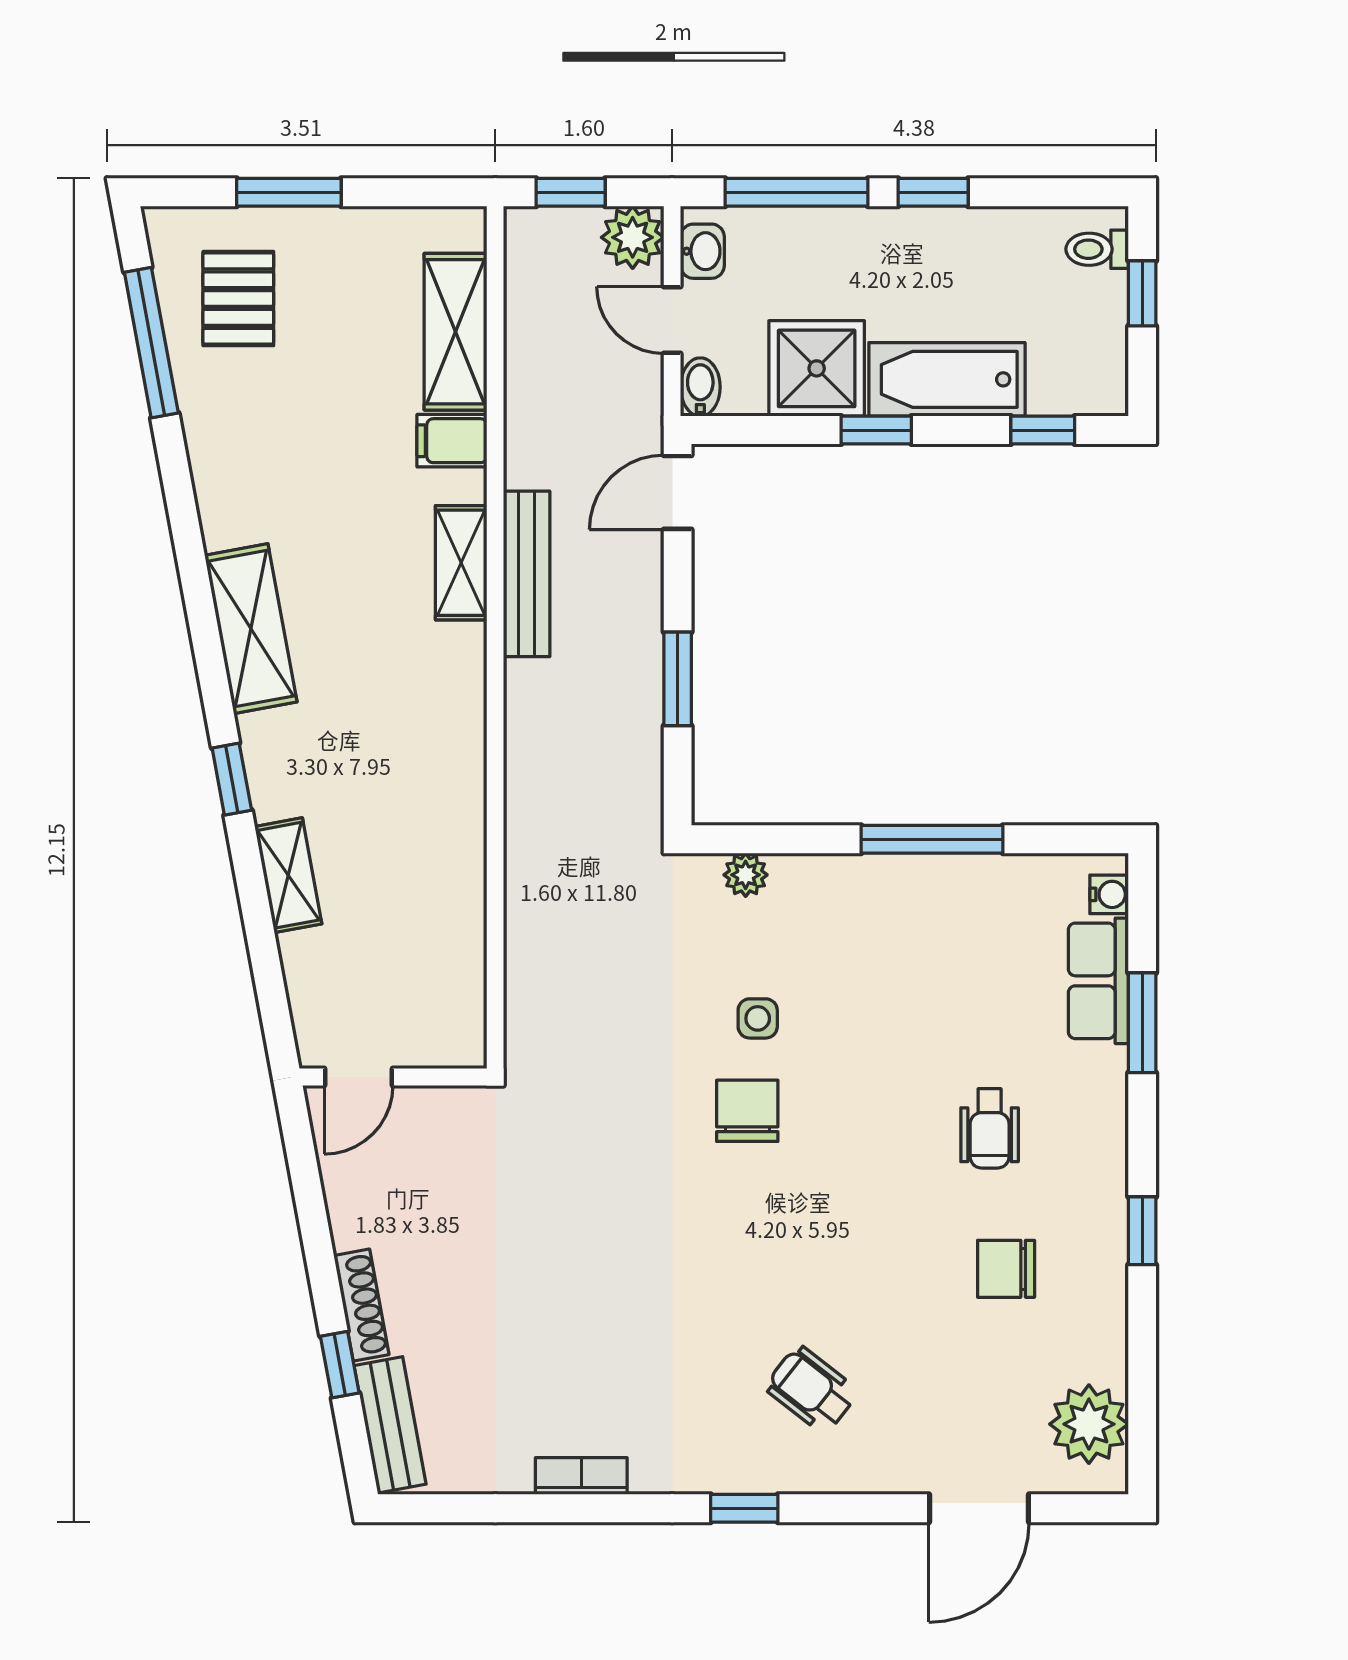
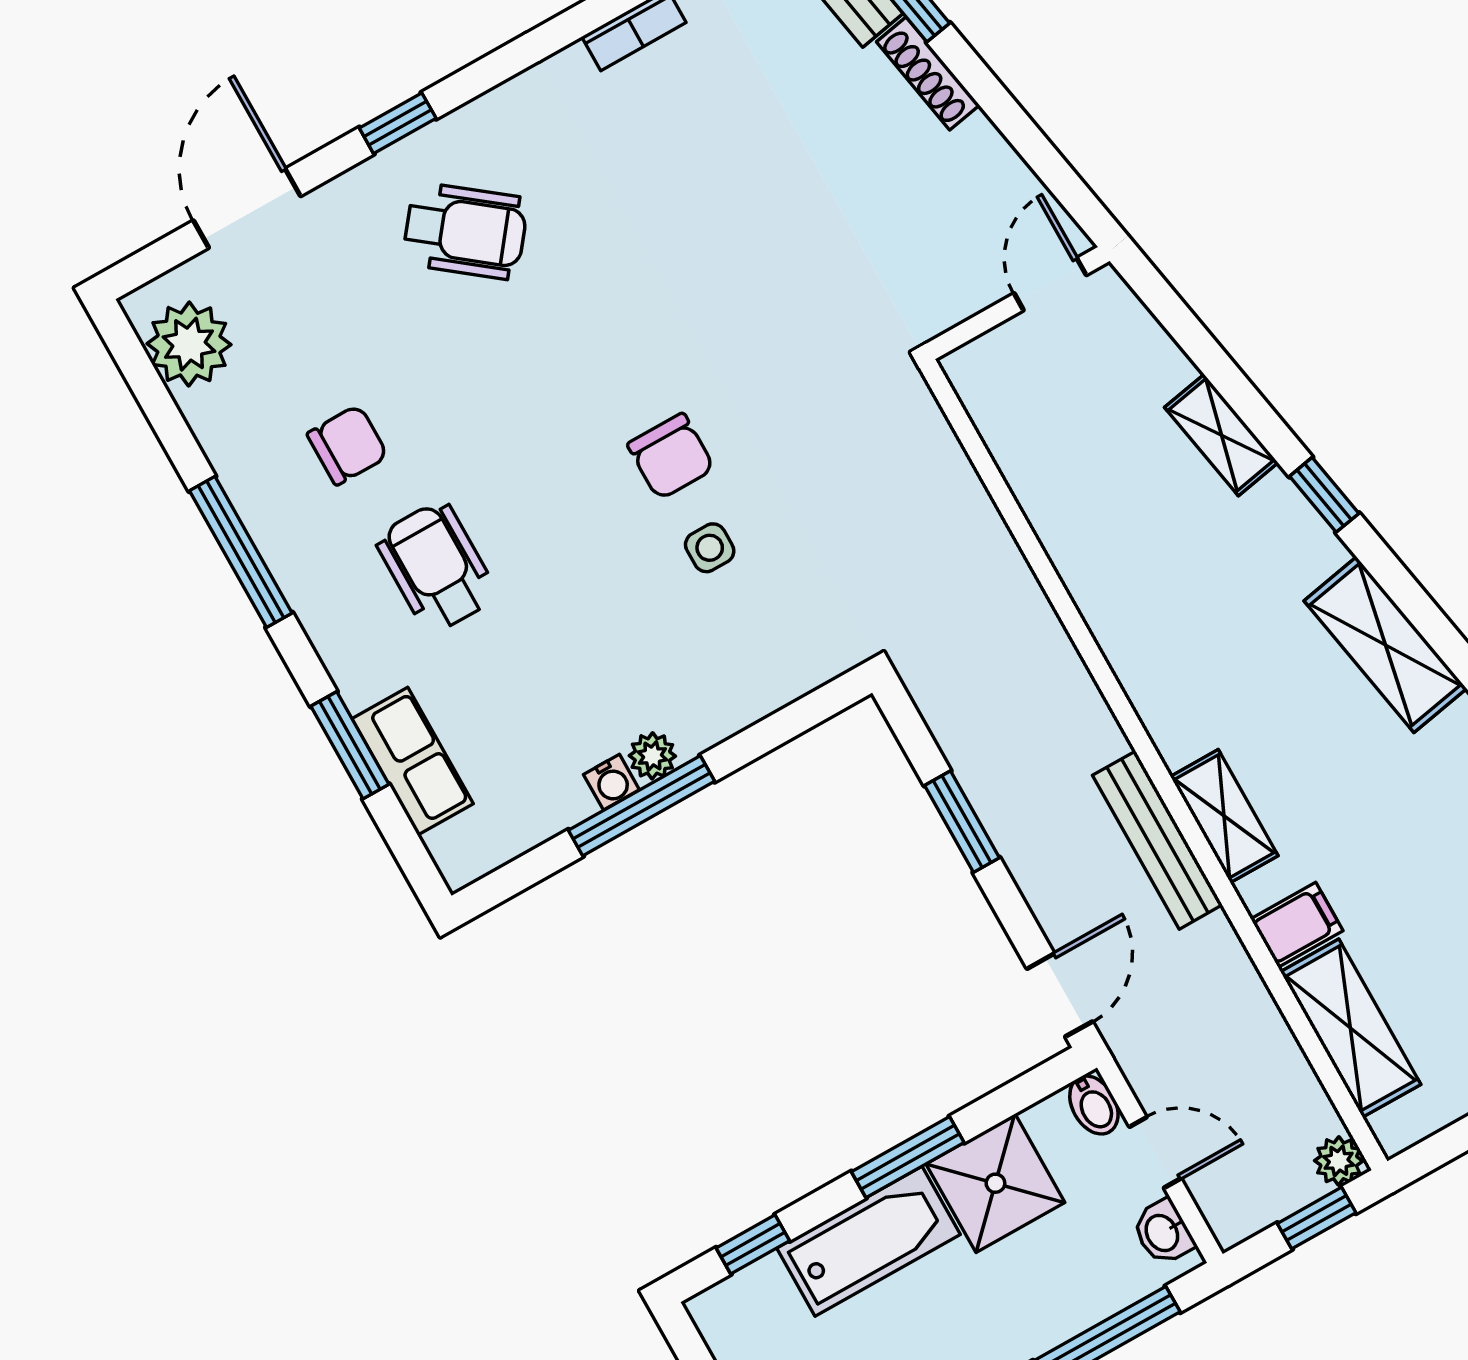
plant: (633, 237) -> (1339, 1161), moved, width x0.73, depth x0.73
window: (876, 430) -> (908, 1157), width x1.50
plant: (746, 875) -> (652, 756), moved
water cooler: (1109, 894) -> (611, 782), moved, turned -90
wheelchair: (990, 1128) -> (436, 567), width x1.36, depth x1.37
window: (1142, 1231) -> (241, 552), width x2.17
wheelchair: (811, 1389) -> (465, 231), width x1.36, depth x1.37
window: (744, 1508) -> (398, 123), moved

